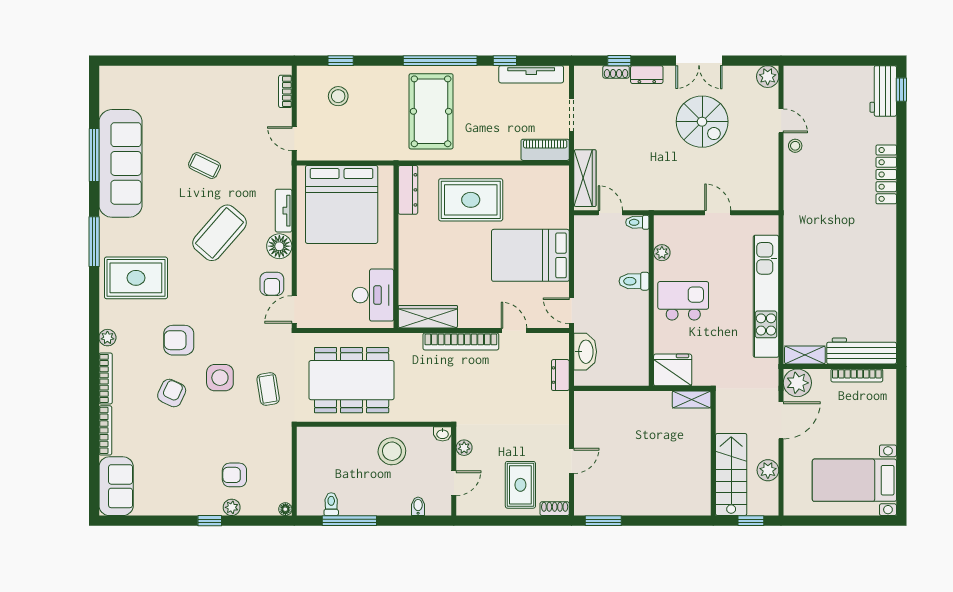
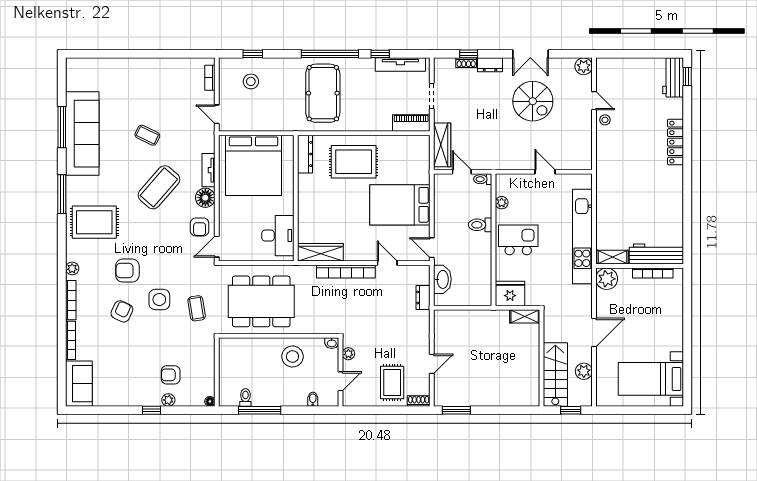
workbench: (862, 351) -> (656, 254), moved
shelving: (805, 355) -> (612, 257), moved
wall: (840, 366) -> (640, 266), moved
bookcase: (857, 375) -> (653, 273), moved
plant: (797, 383) -> (607, 279), moved

